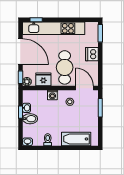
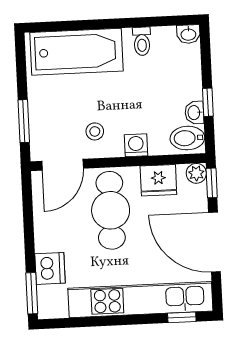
dishwasher: (92, 54) -> (50, 268), moved
door: (84, 88) -> (63, 165), hinge flipped
bidet: (30, 119) -> (187, 138), moved
bathtub: (76, 139) -> (77, 52), width x1.36, depth x1.36

